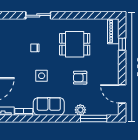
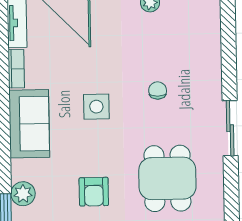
sliding door: (38, 15) -> (230, 128), moved
armchair: (80, 78) -> (94, 192), turned 180

